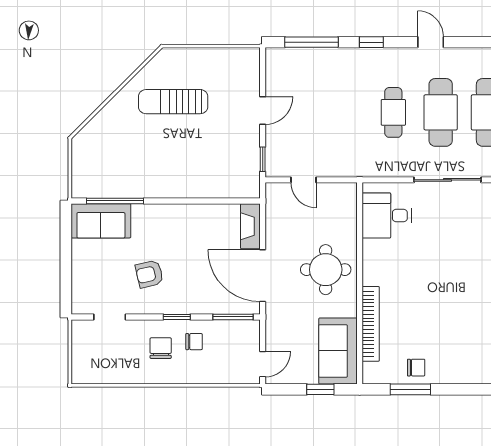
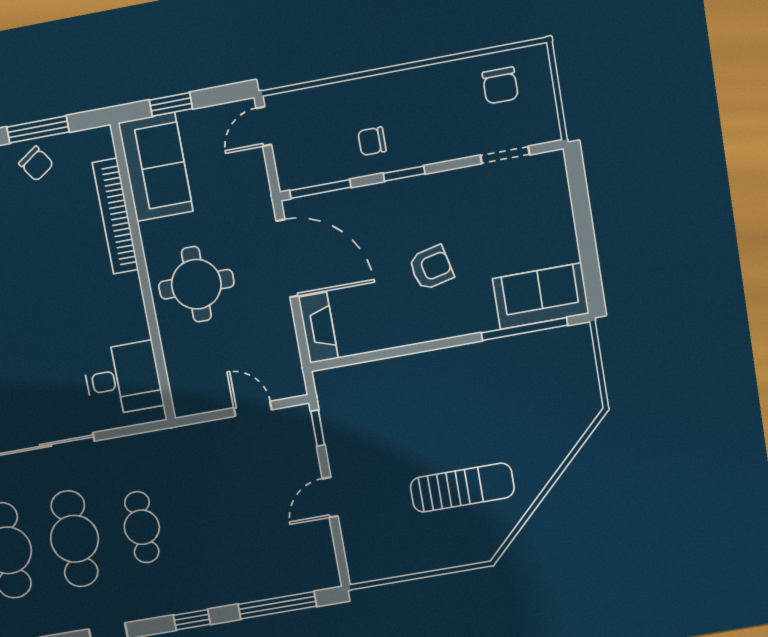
armchair: (149, 274) -> (431, 268), moved
chair: (161, 348) -> (500, 85), moved
chair: (416, 368) -> (36, 164), turned -124

